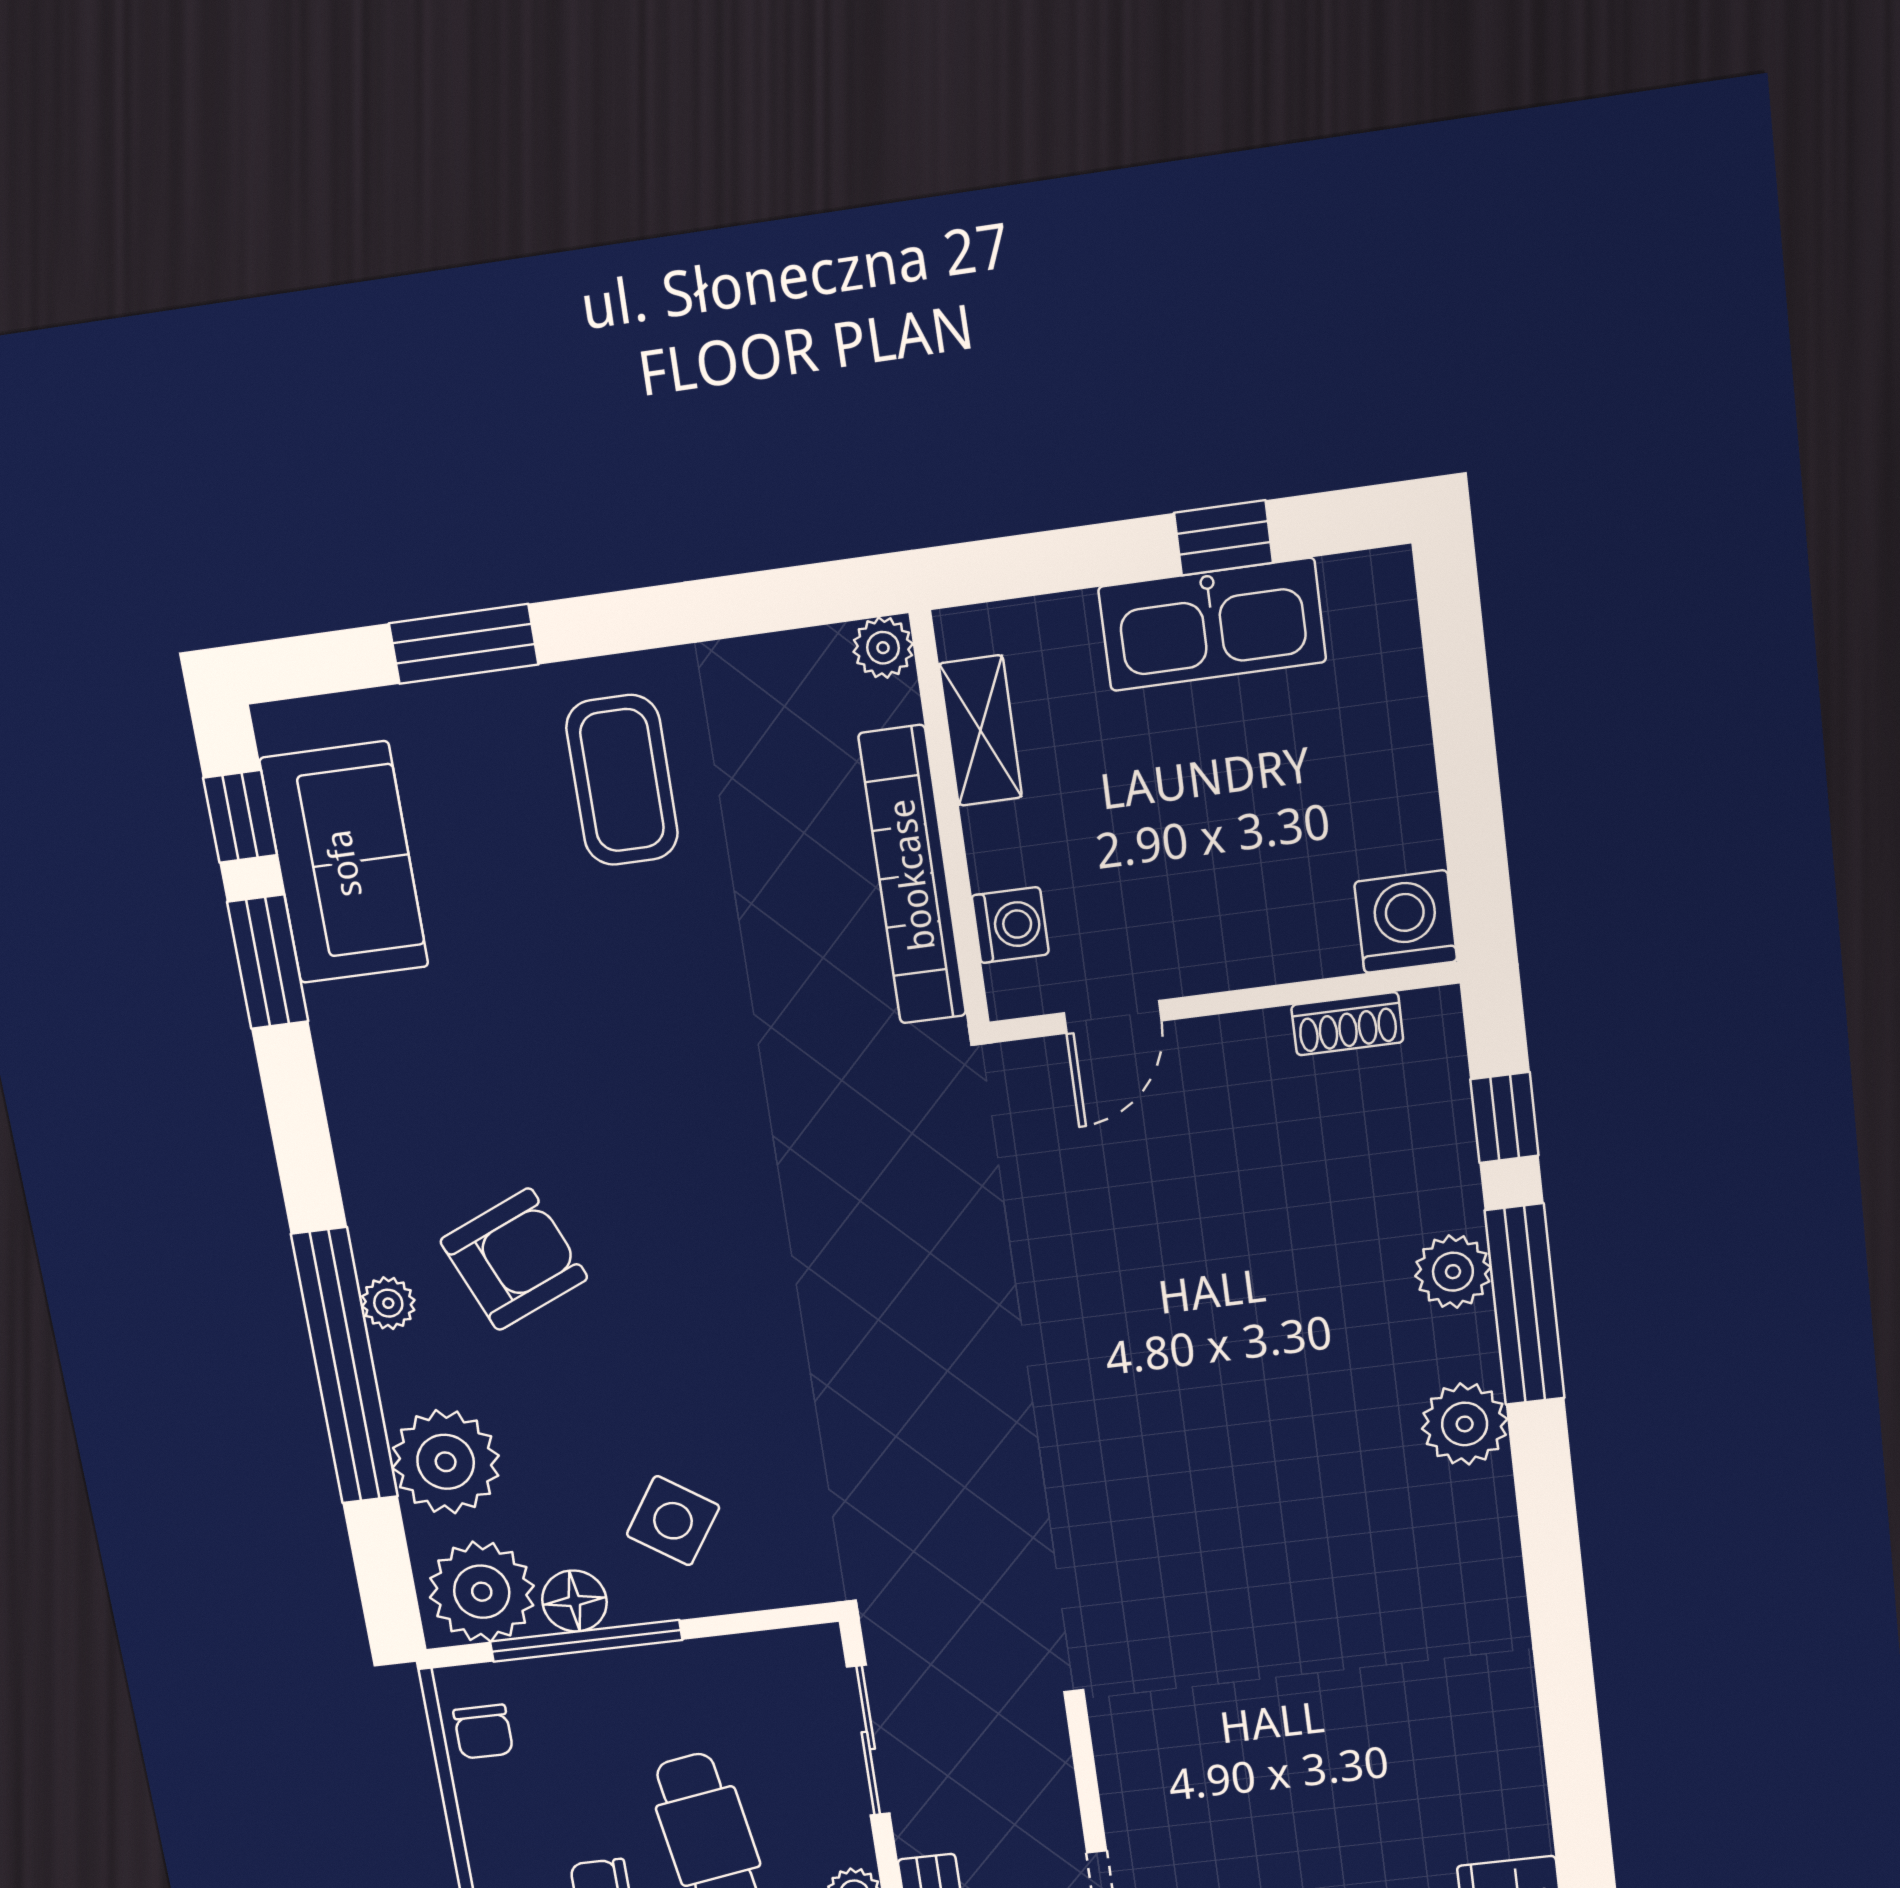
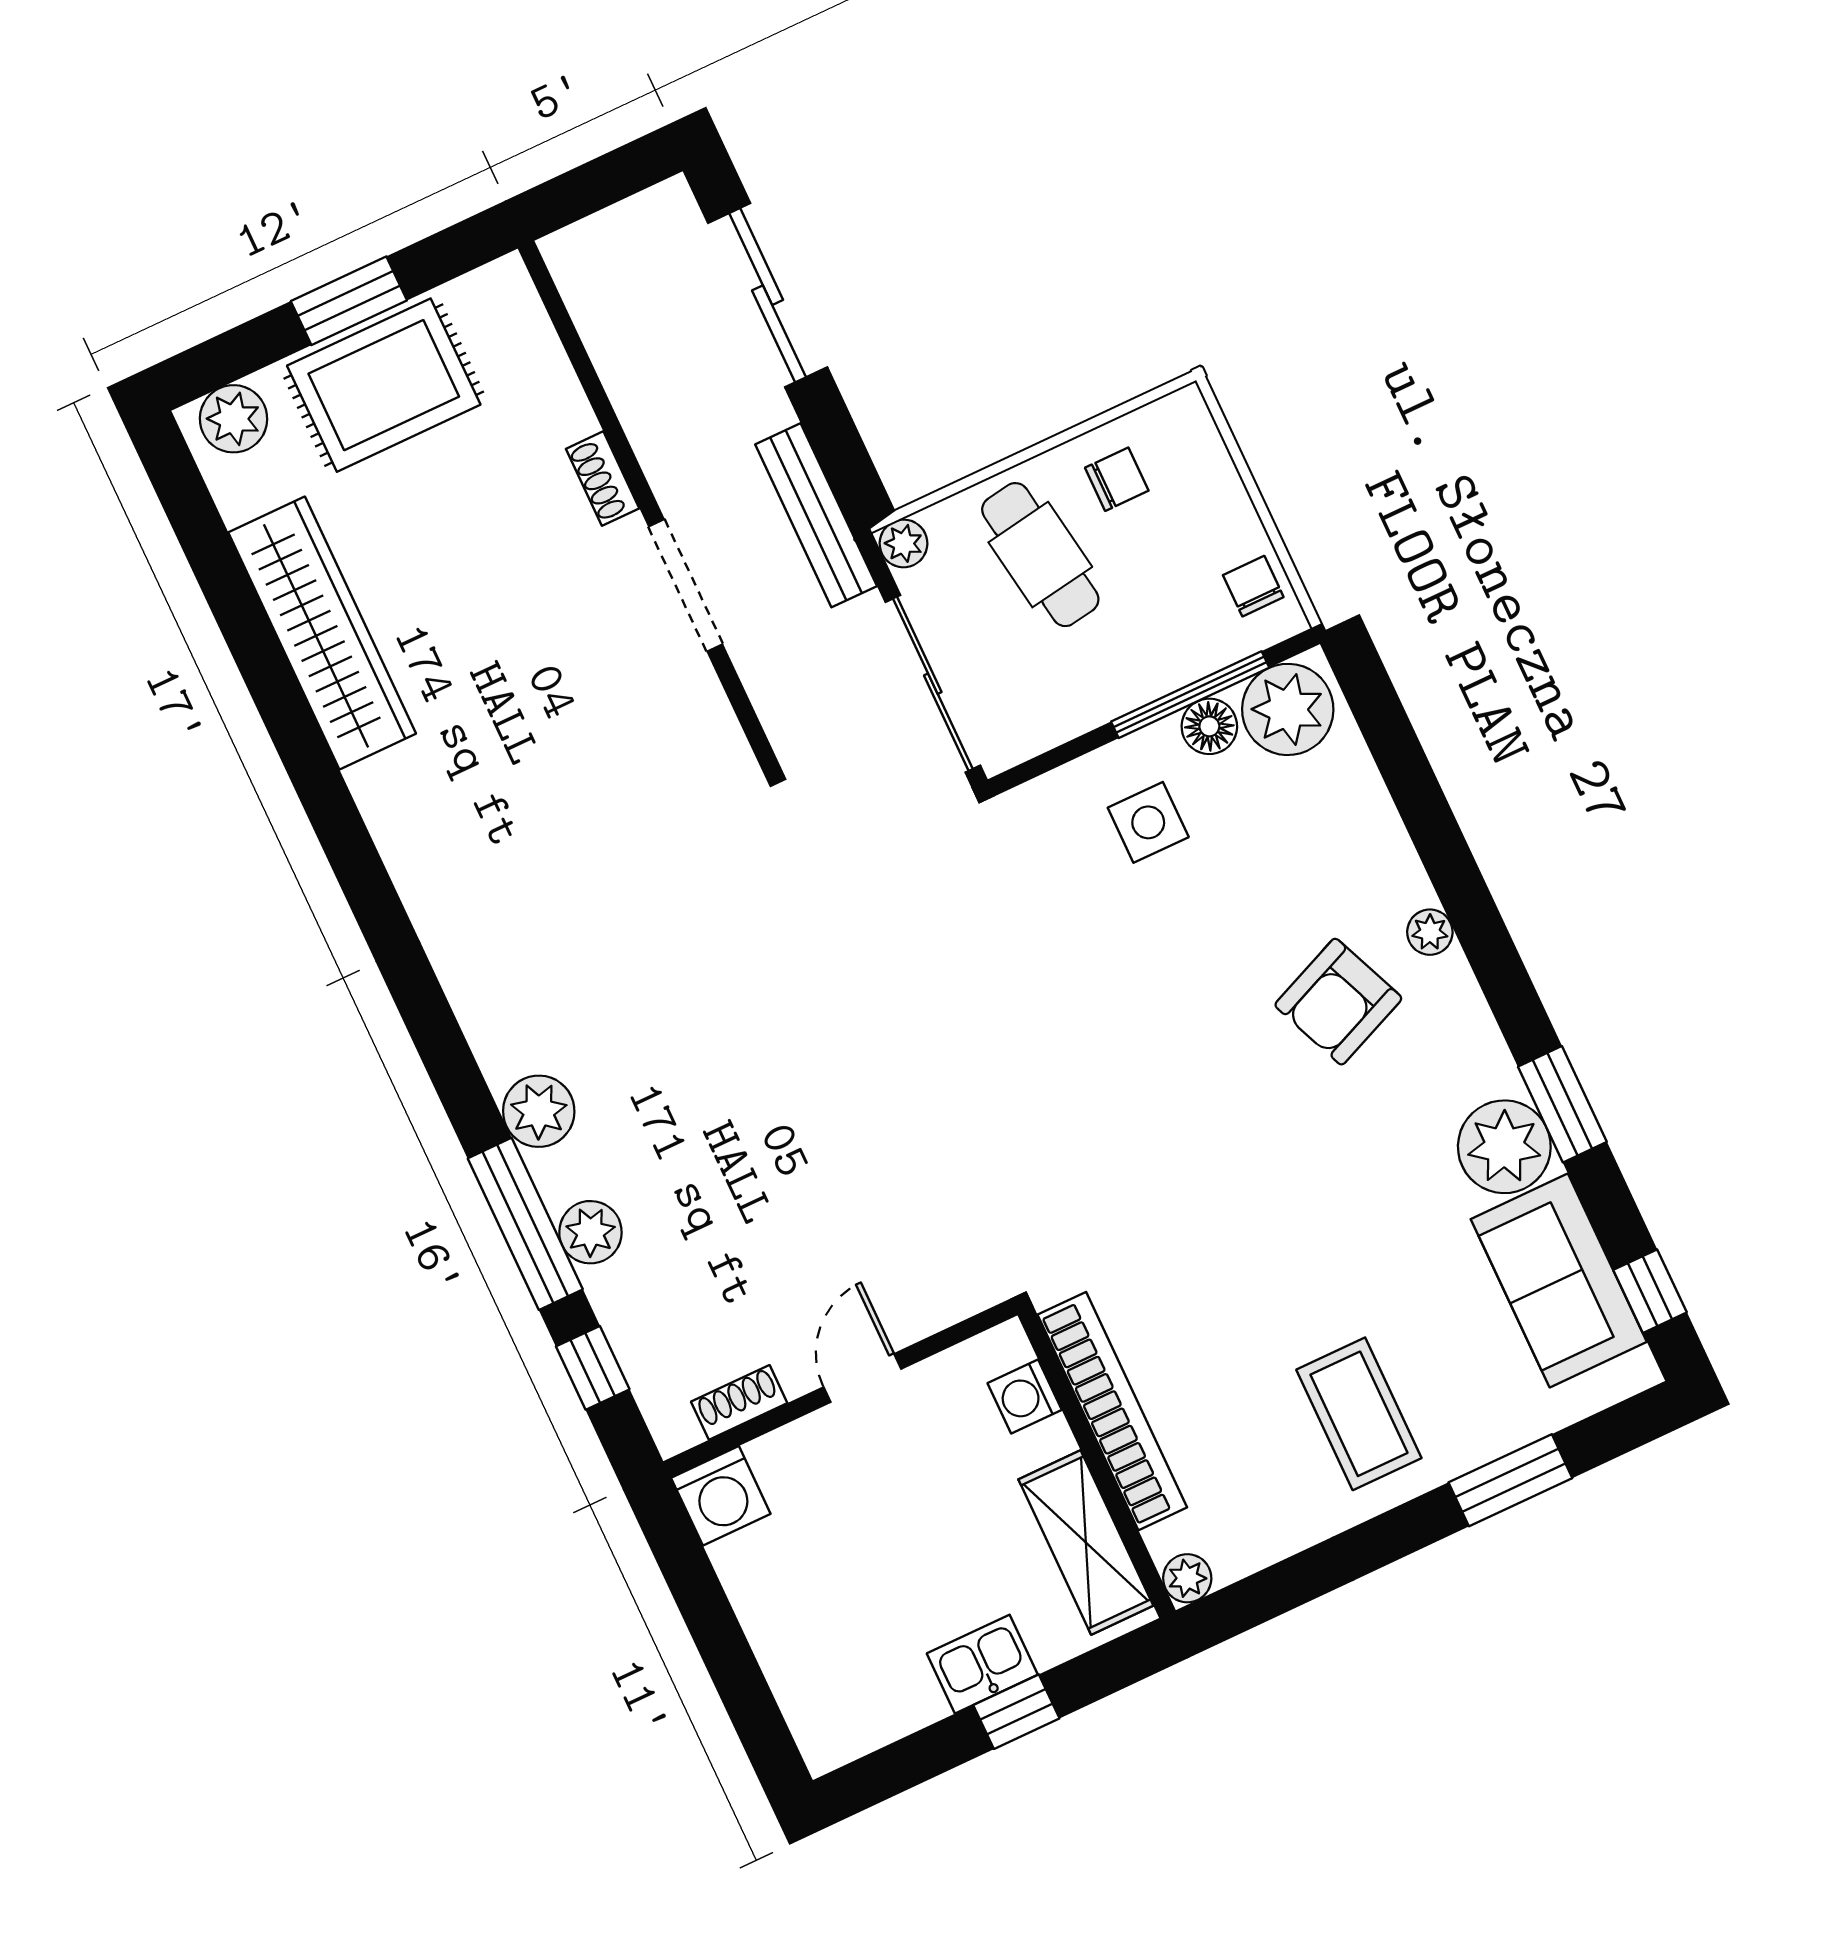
window: (1223, 538) -> (1016, 1712), moved
kitchen sink: (1212, 624) -> (982, 1664), width x0.53, depth x0.81
shelving: (981, 731) -> (1086, 1542), width x1.50, depth x1.33
window: (268, 962) -> (1562, 1104), moved
door: (1113, 1017) -> (862, 1378), moved
window: (345, 1366) -> (1451, 867), removed
plant: (446, 1462) -> (1504, 1147), moved
side table: (673, 1521) -> (1148, 822), turned -34
sliding door: (868, 1741) -> (933, 684), width x1.37

